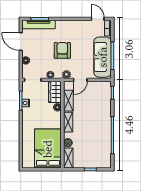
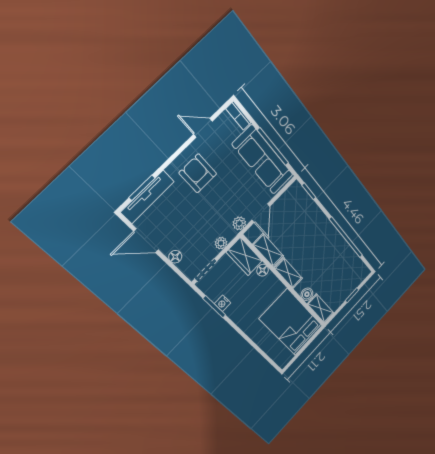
door: (98, 19) -> (203, 128), moved
armchair: (62, 50) -> (198, 173), moved

